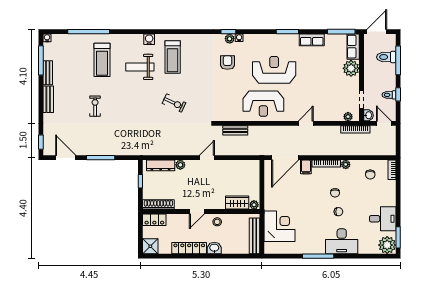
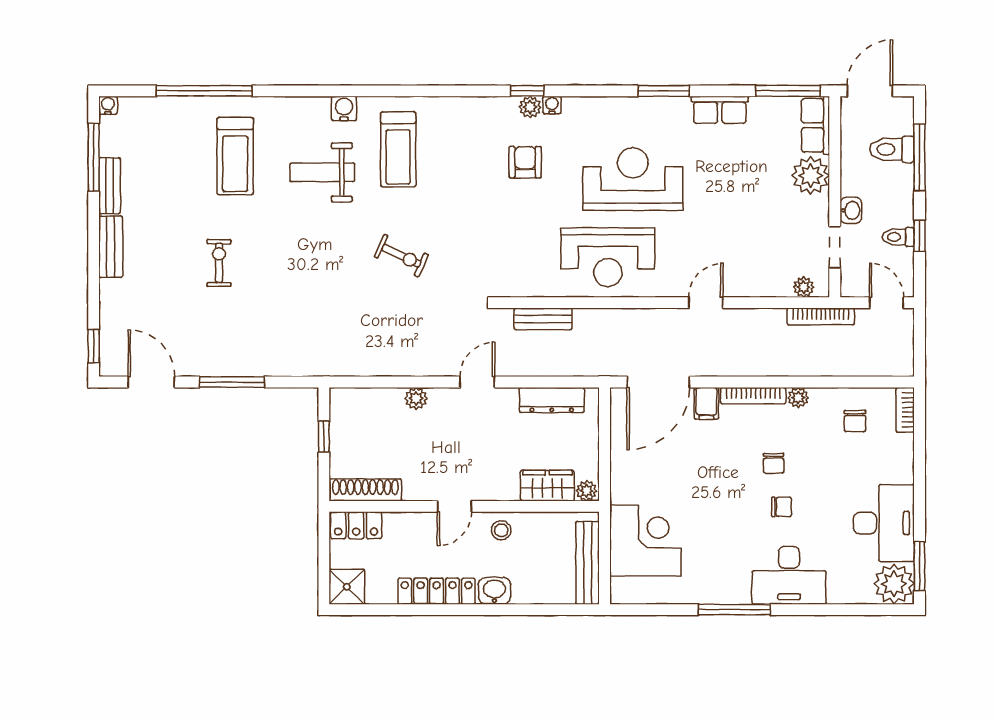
washbasin: (368, 115) -> (851, 210), moved
dresser: (161, 165) -> (552, 400), moved
desk: (383, 219) -> (884, 523), width x1.37

